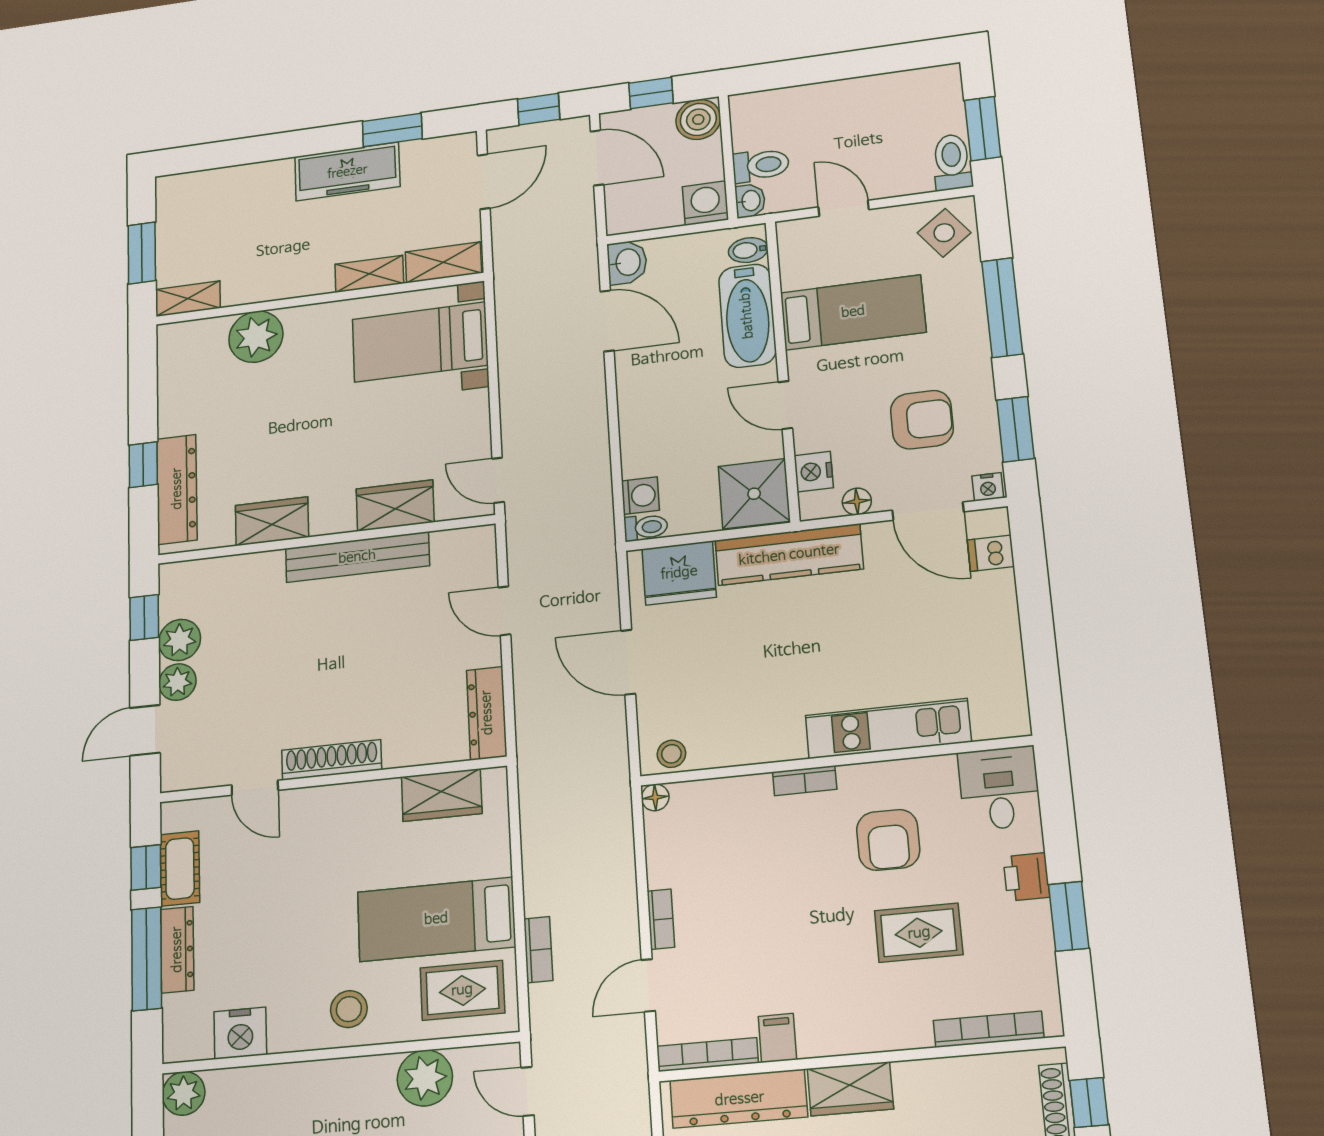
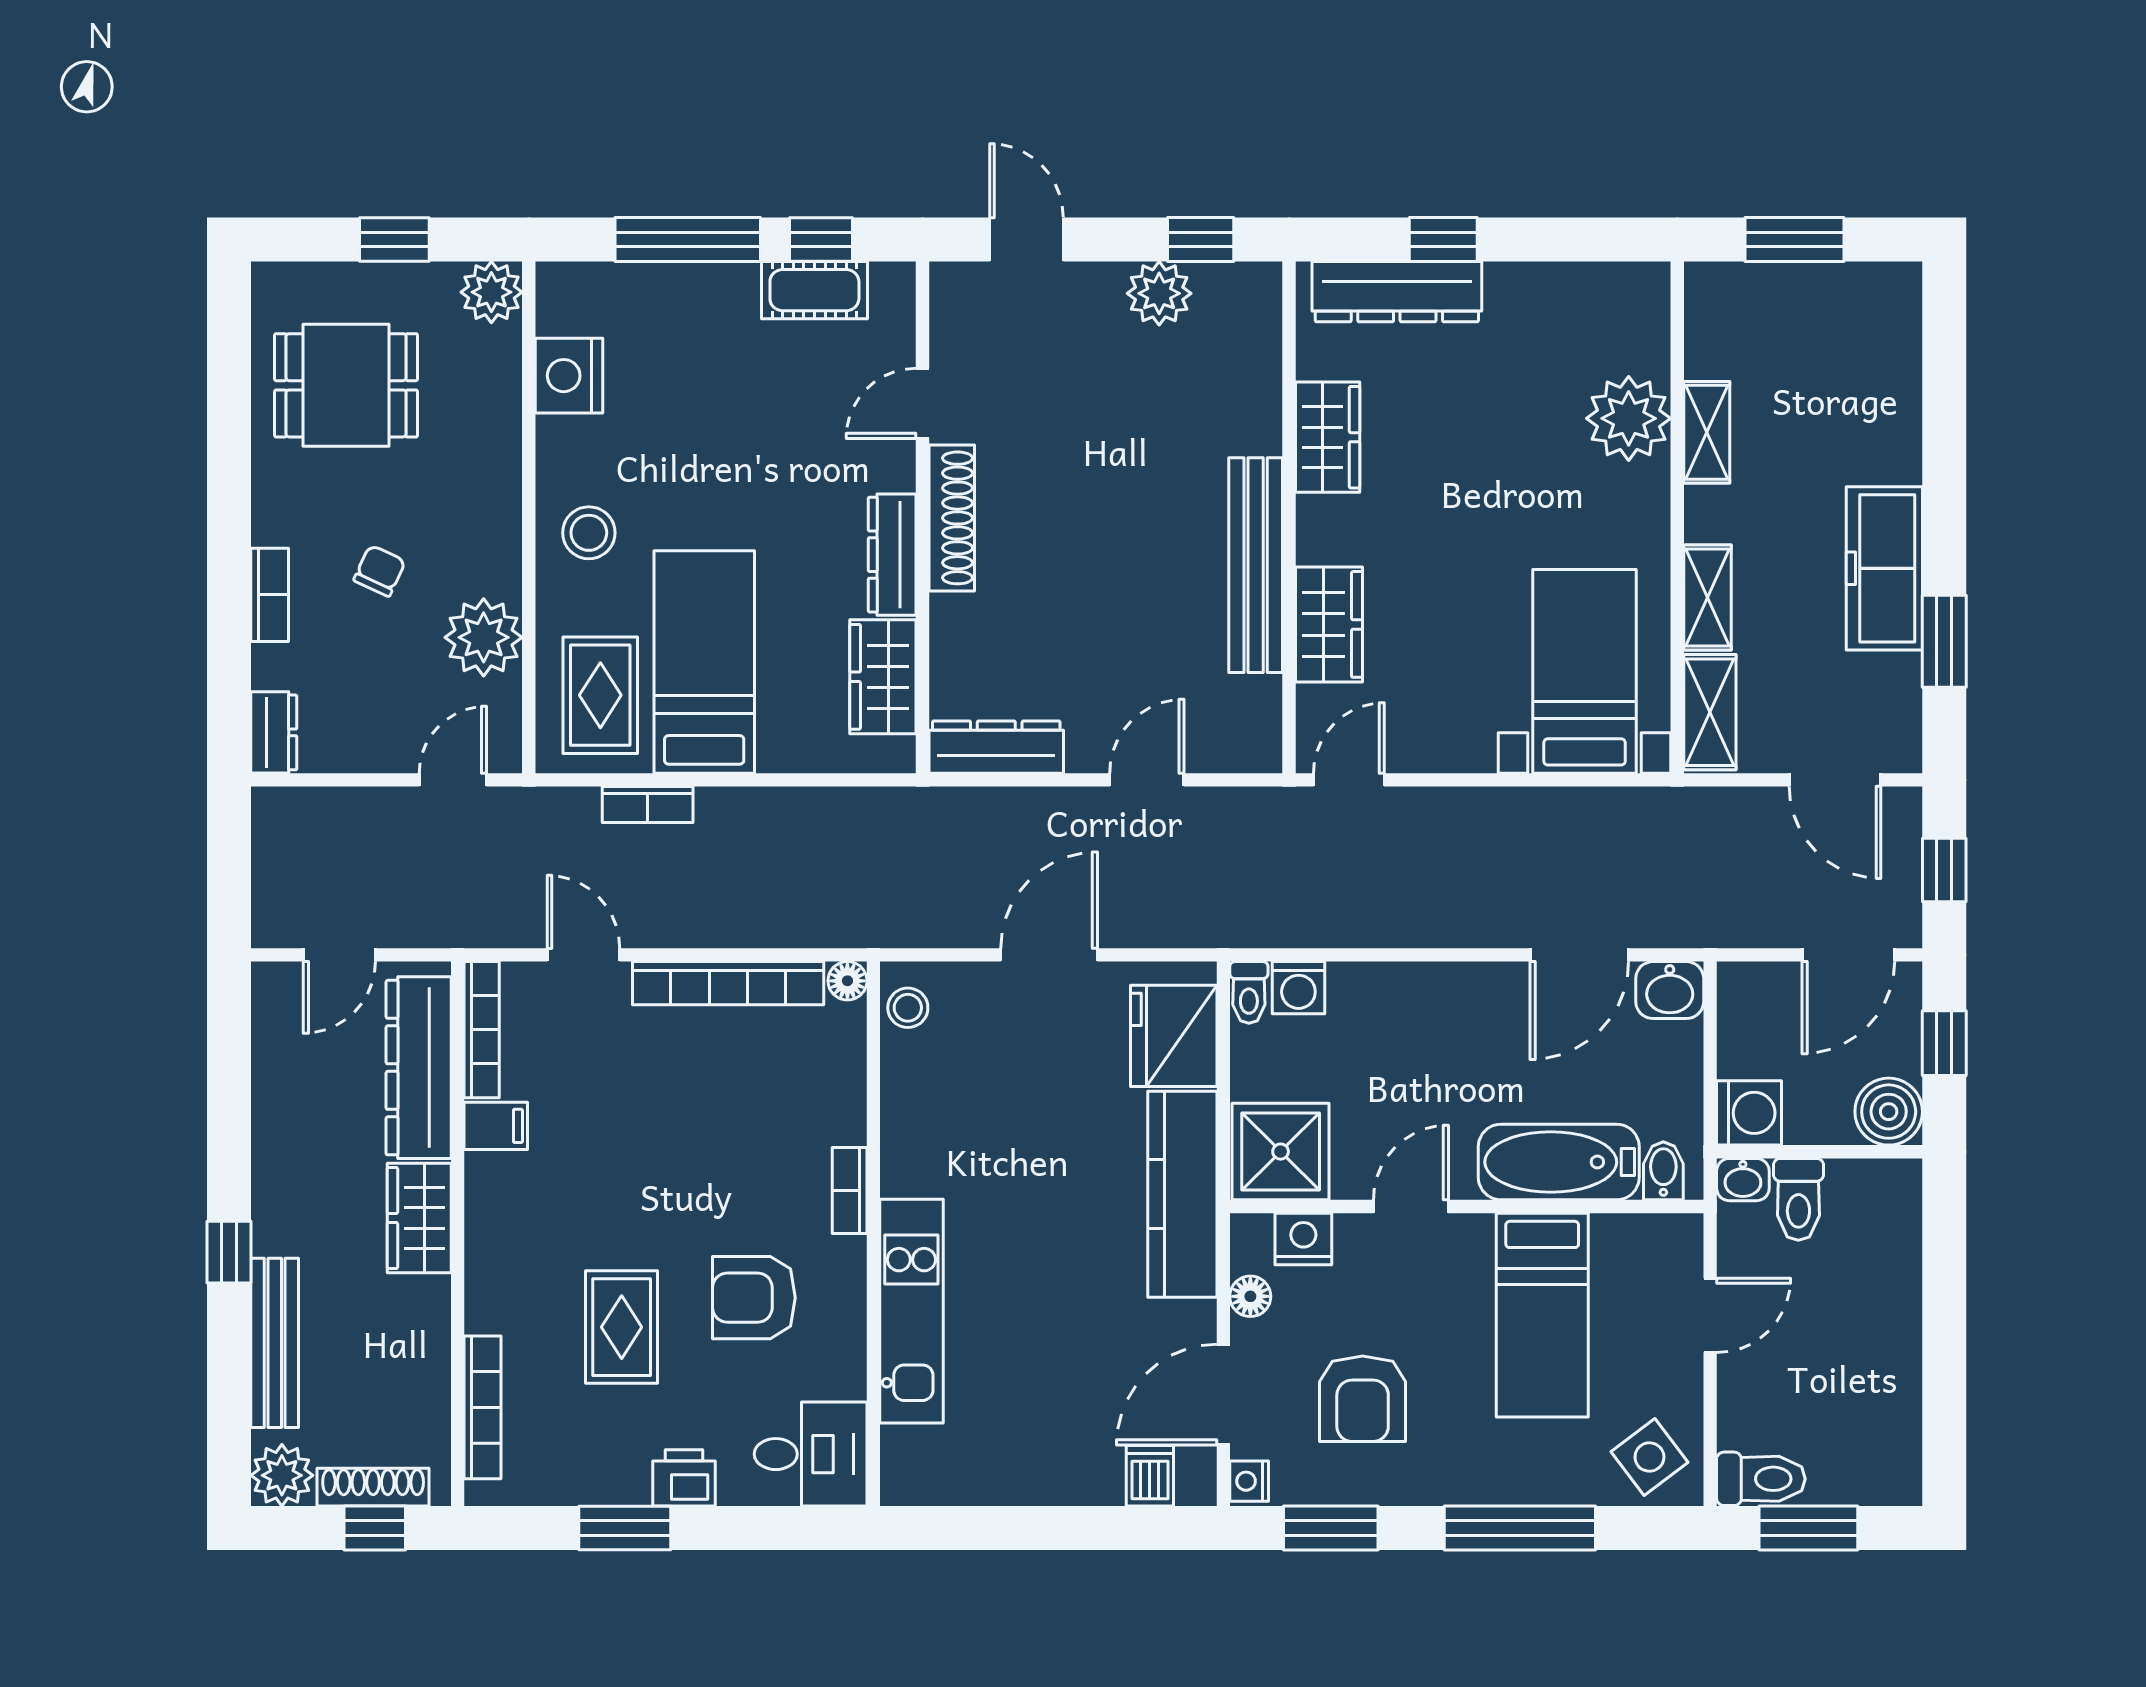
shelving: (188, 299) -> (1707, 432), moved
plant: (177, 682) -> (1095, 289), removed
bookcase: (661, 919) -> (728, 983), width x2.31, depth x1.31
dresser: (177, 950) -> (892, 555), moved, turned 90

